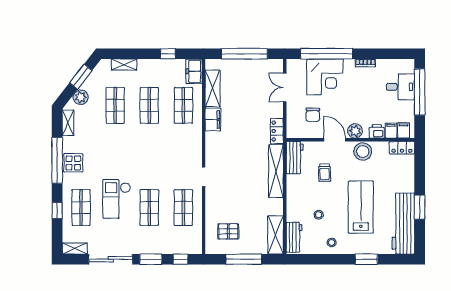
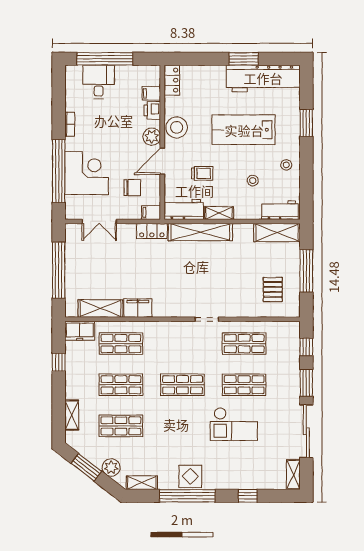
filing cabinet: (404, 130) -> (151, 213), moved
shelving: (292, 187) -> (219, 213), added
shop shelf: (81, 208) -> (183, 385), moved

